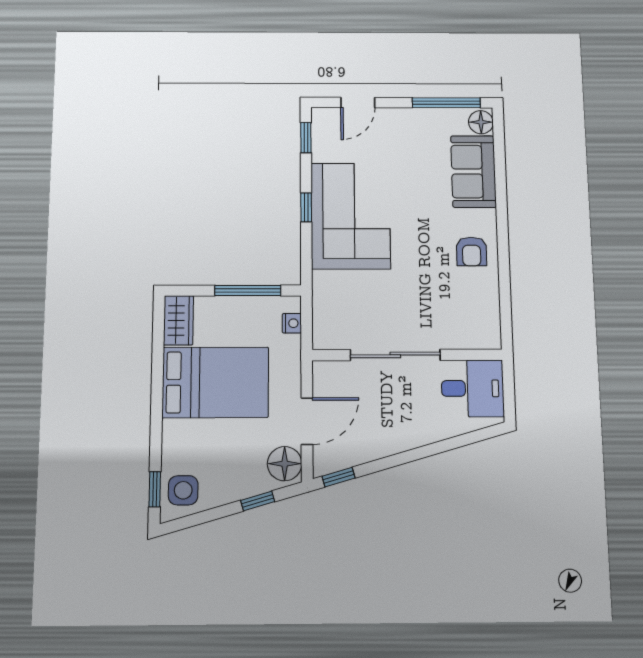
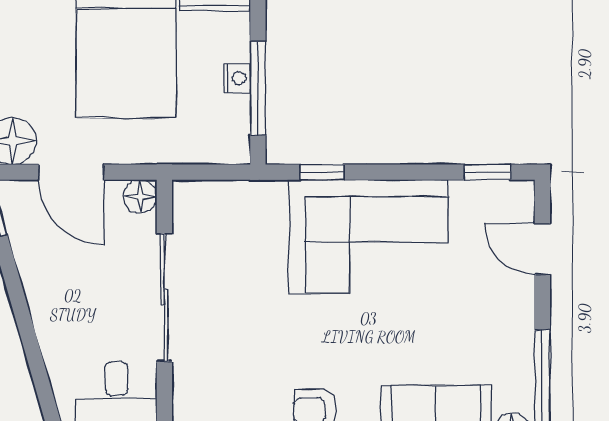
window: (306, 207) -> (322, 172), moved
nightstand: (292, 323) -> (237, 78), moved, turned -90
floor lamp: (324, 372) -> (140, 196), added

